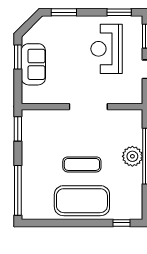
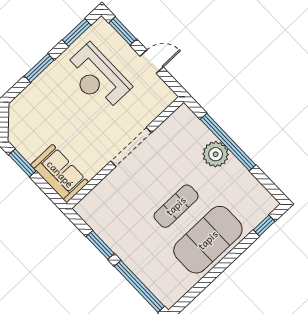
window: (64, 12) -> (39, 68), moved
sofa: (33, 64) -> (60, 174), moved
window: (18, 129) -> (100, 245), moved

